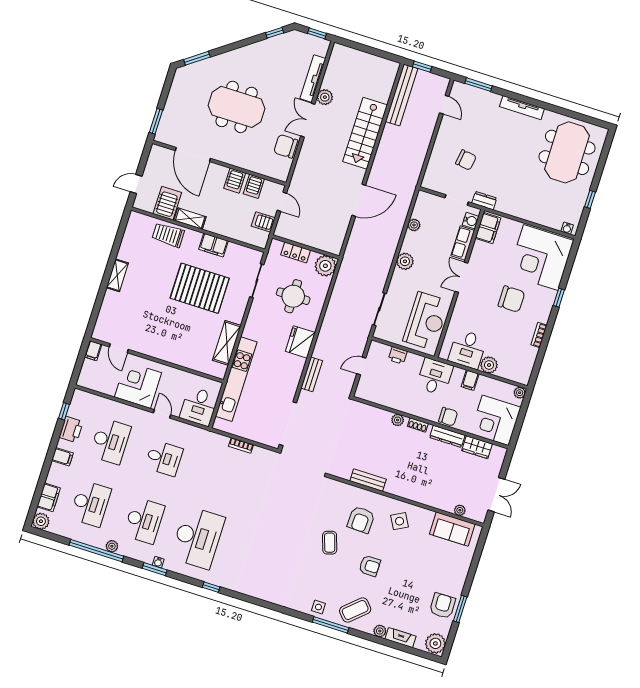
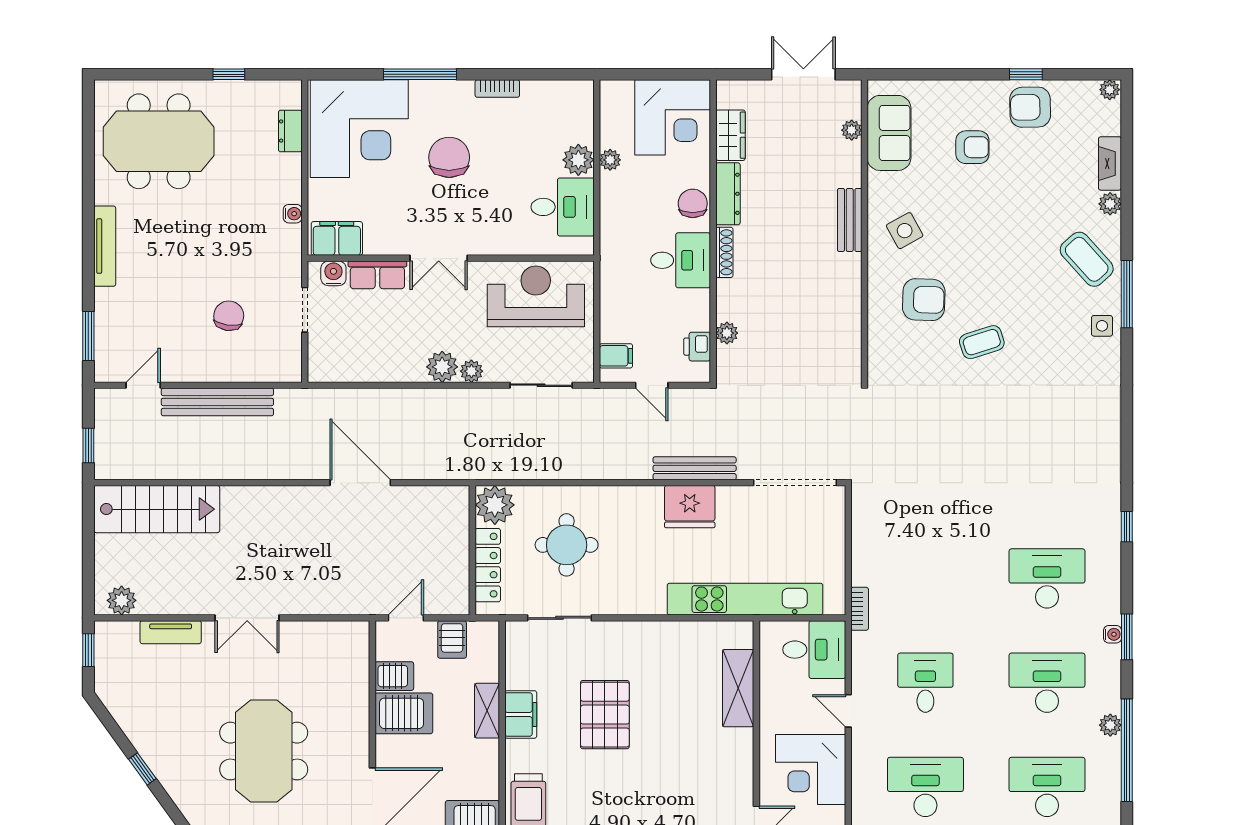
window: (275, 33) -> (142, 769), moved
tv unit: (313, 79) -> (171, 632), width x0.71
bench: (402, 95) -> (217, 402), moved
plant: (325, 97) -> (122, 600), moved
stairs: (365, 133) -> (157, 509), moved
chair: (286, 146) -> (306, 642), removed
server rack: (235, 181) -> (404, 713), width x1.36, depth x1.44
dresser: (484, 201) -> (290, 131), moved
shelving: (190, 219) -> (487, 711), moved
plant: (414, 225) -> (471, 371), moved
water cooler: (567, 228) -> (293, 214), moved
locker: (296, 252) -> (488, 565), width x1.53
pallet: (200, 288) -> (605, 715), width x0.73, depth x0.71
window: (559, 298) -> (420, 74), width x2.17
fridge: (300, 342) -> (690, 507), moved
shelving: (227, 343) -> (738, 688), moved, turned 90
printer: (398, 355) -> (697, 347), moved, turned 180
bench: (312, 374) -> (695, 468), width x1.36
desk: (435, 377) -> (681, 260), moved, turned 180
filing cabinet: (470, 380) -> (616, 356), moved
plant: (520, 393) -> (610, 160), moved
door: (162, 414) -> (848, 711), hinge flipped
plant: (398, 420) -> (727, 333), moved
shoe rack: (418, 425) -> (724, 252), width x1.43
bookcase: (241, 445) -> (860, 609), moved
bench: (368, 480) -> (850, 220), moved
desk: (198, 538) -> (1047, 578), width x0.73, depth x0.77
armchair: (370, 566) -> (972, 147), moved, turned 90
window: (460, 609) -> (1026, 74), width x0.67
plant: (435, 643) -> (1110, 90), width x0.53, depth x0.53

